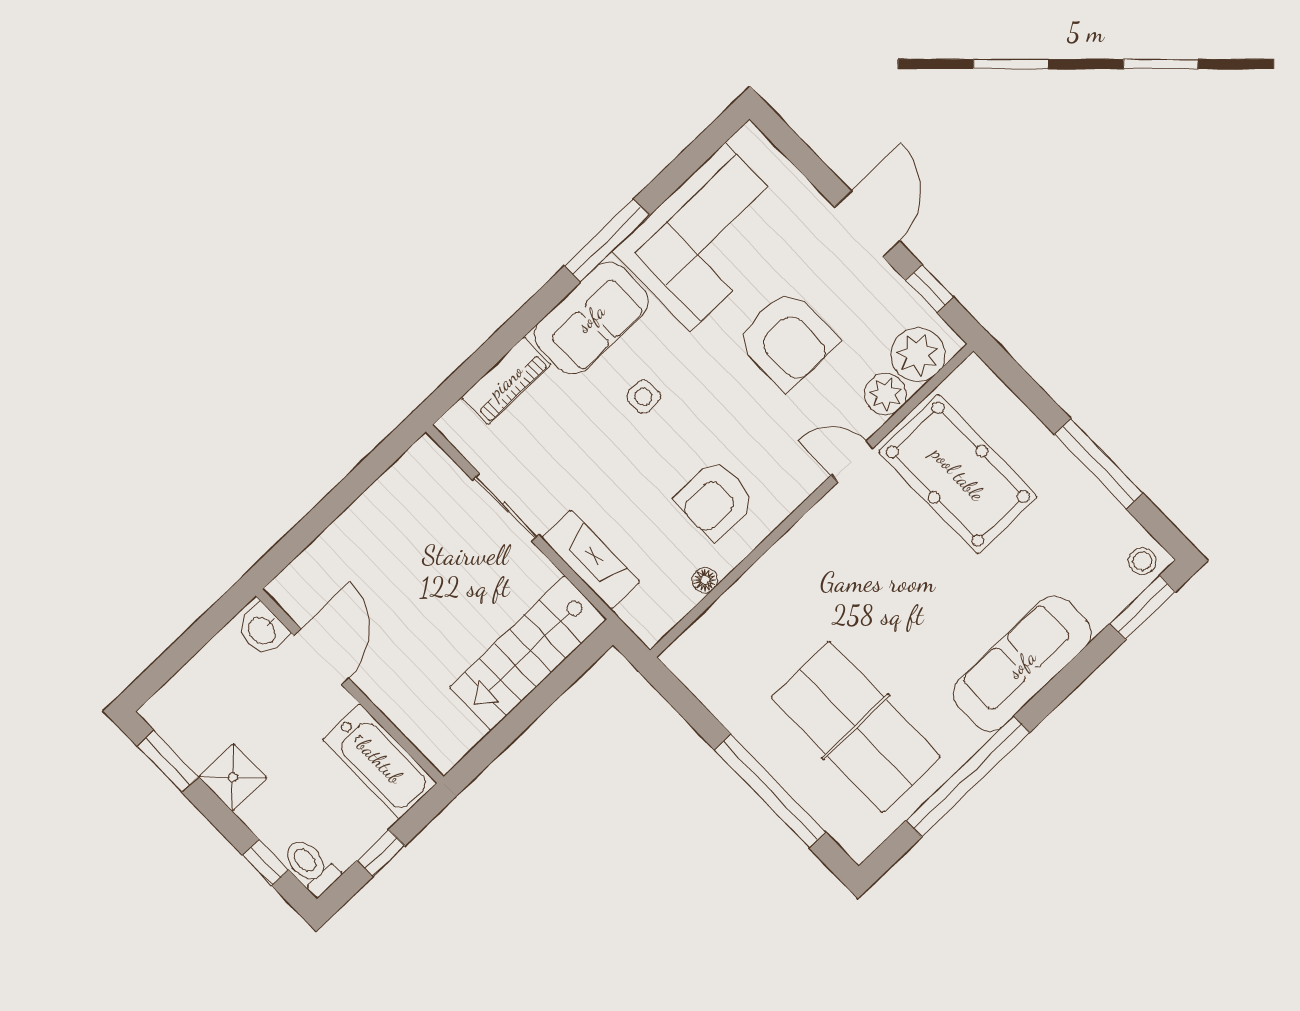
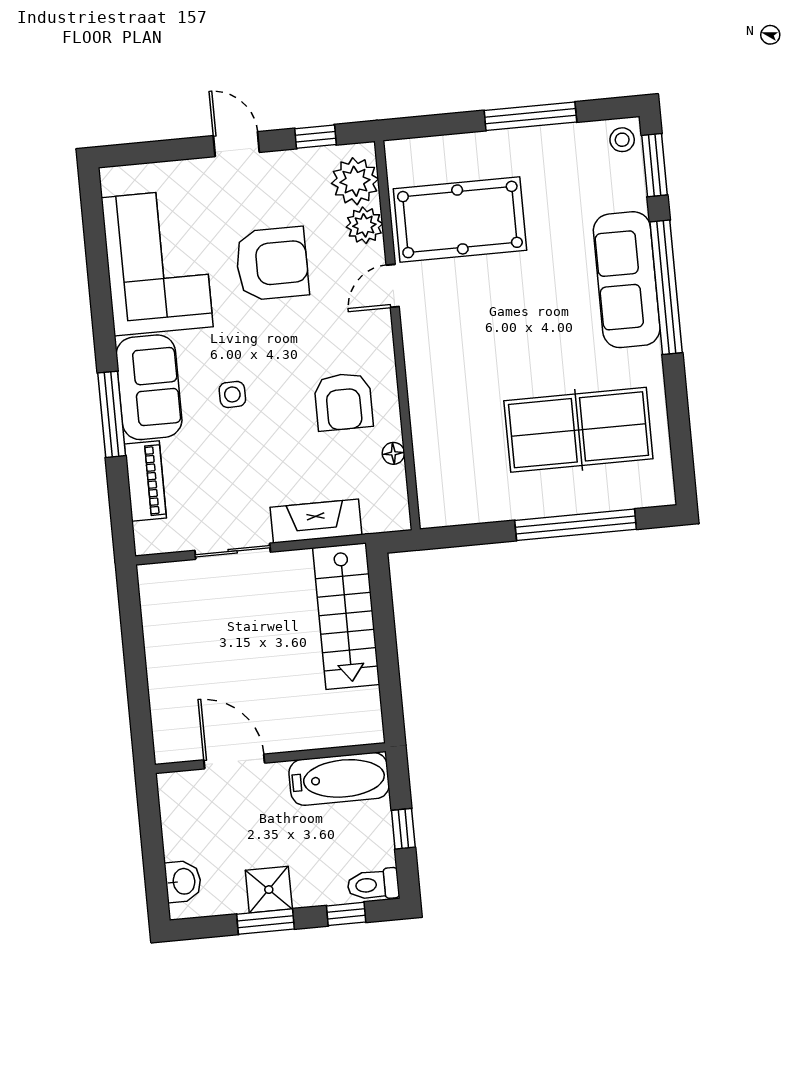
door: (867, 224) -> (236, 144), width x0.73
window: (607, 241) -> (112, 414), moved
washbasin: (262, 630) -> (183, 881), moved, turned -90
window: (168, 761) -> (265, 922), moved
window: (968, 776) -> (666, 287), moved

